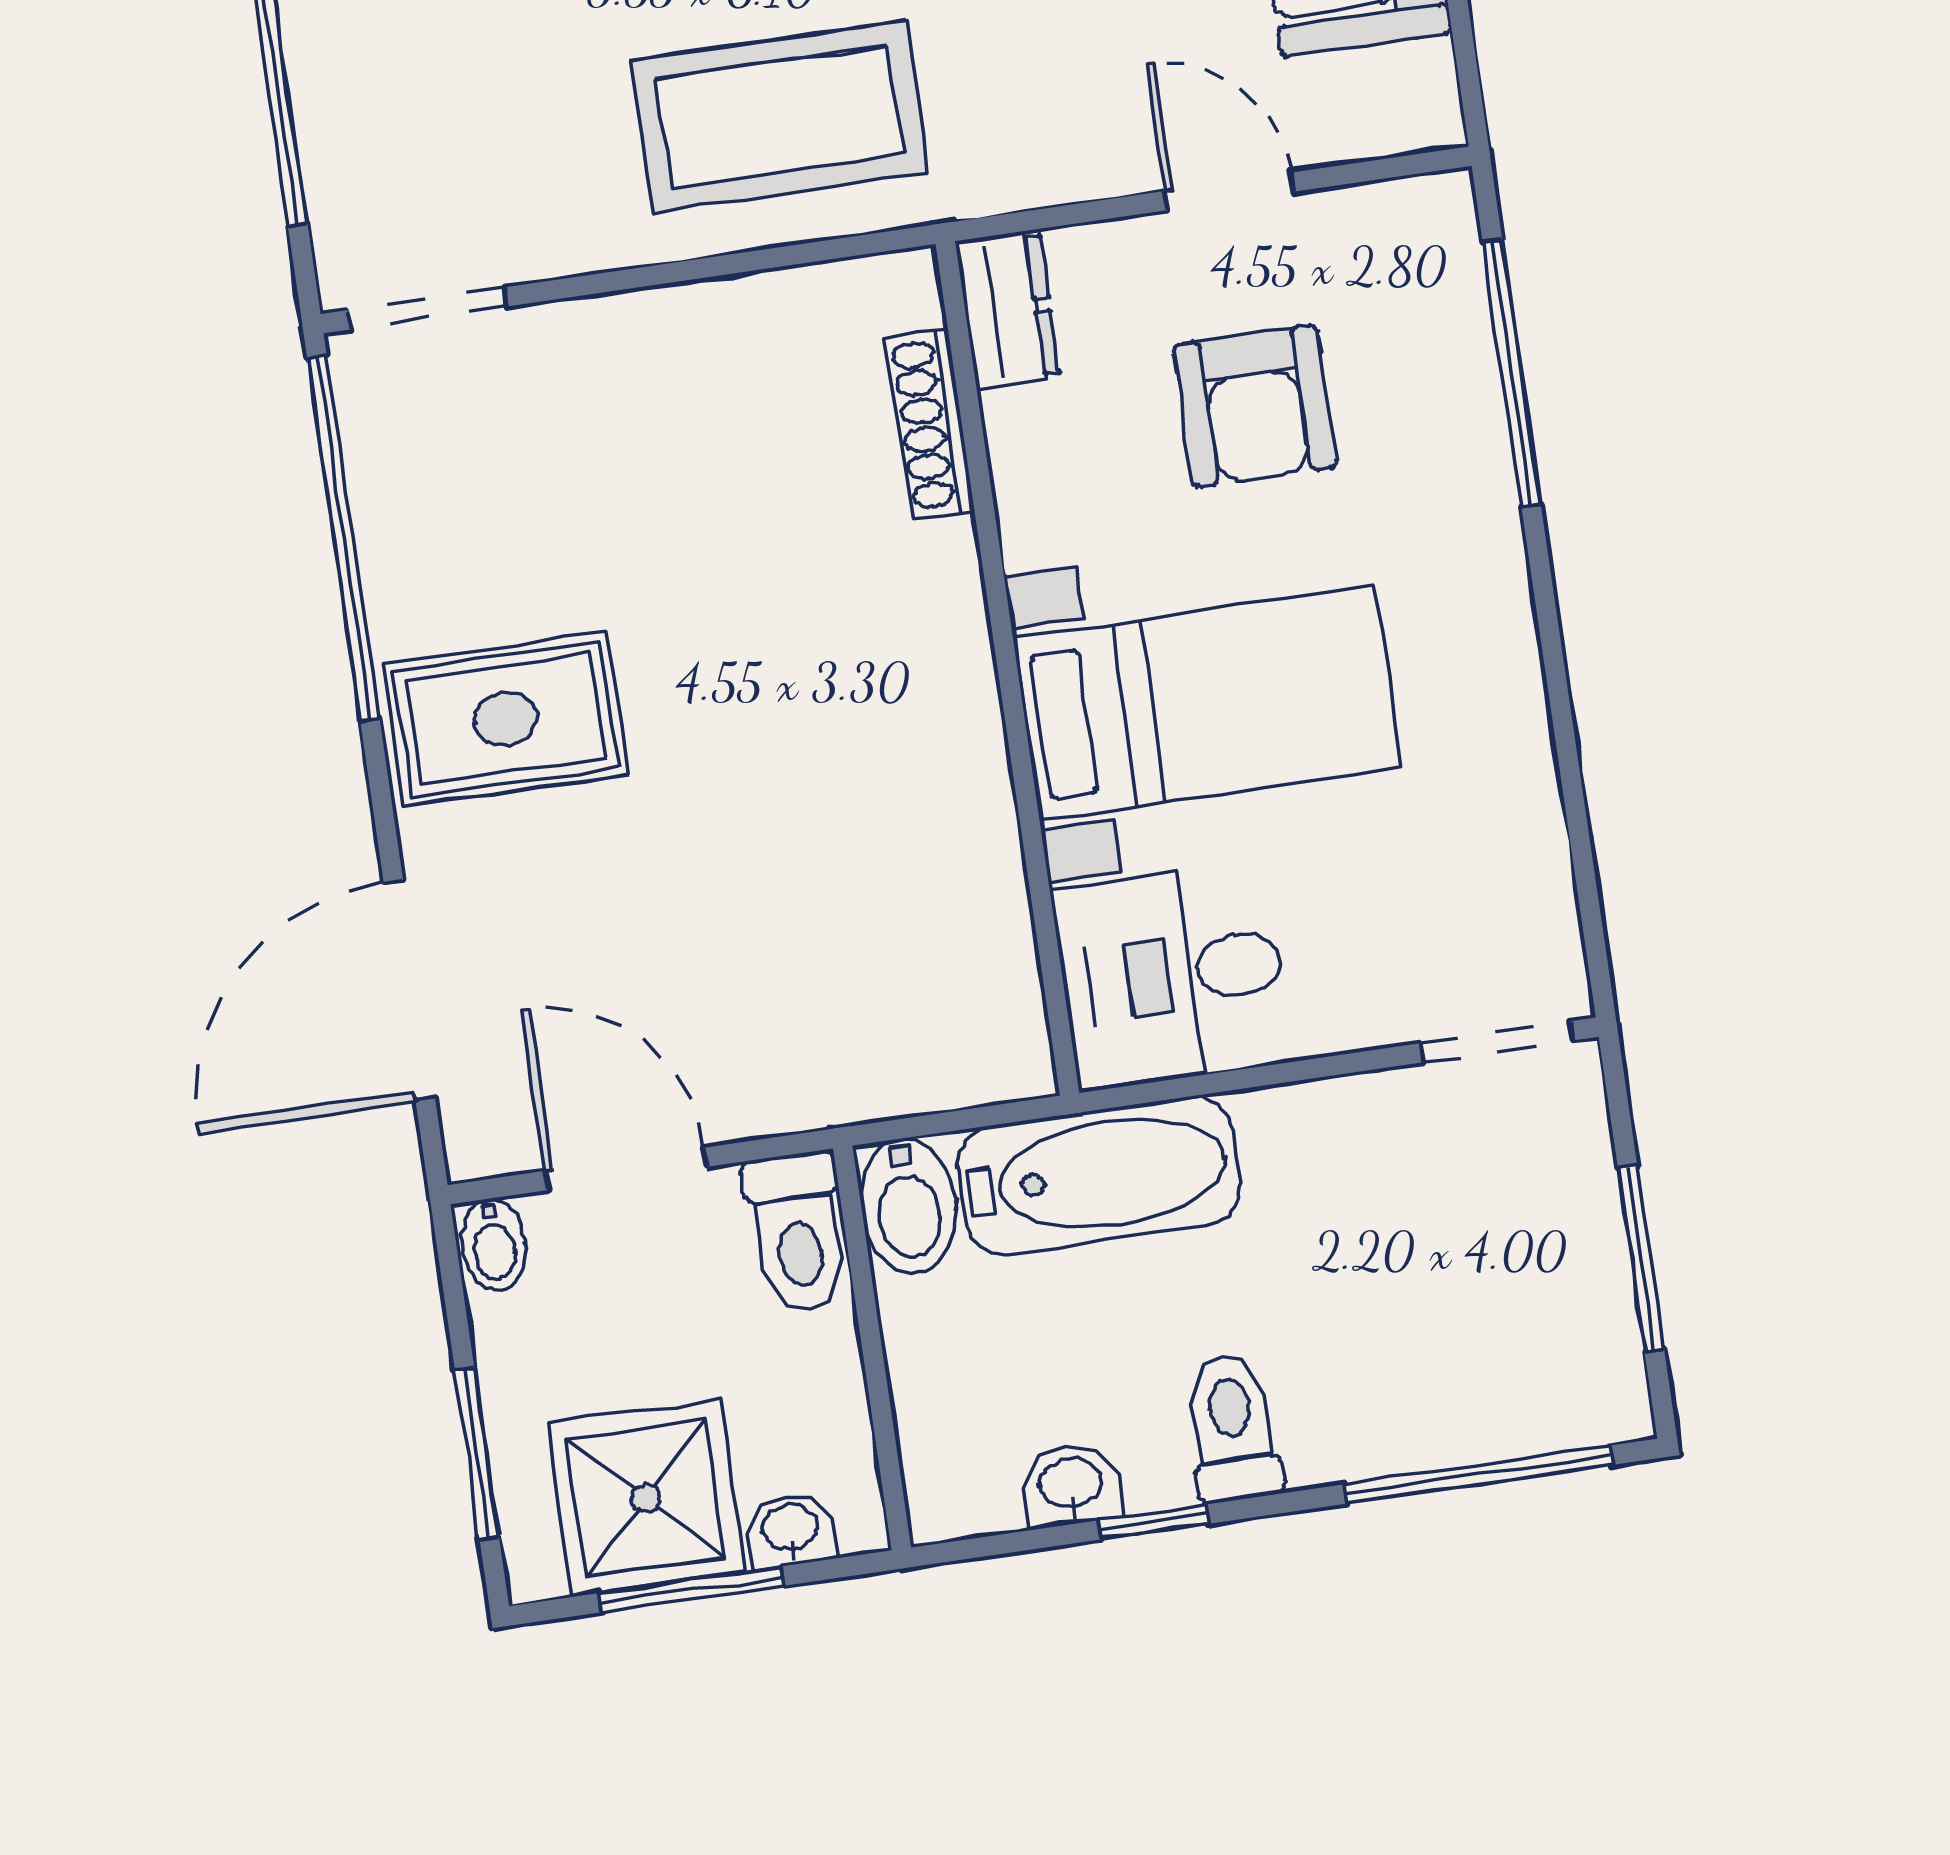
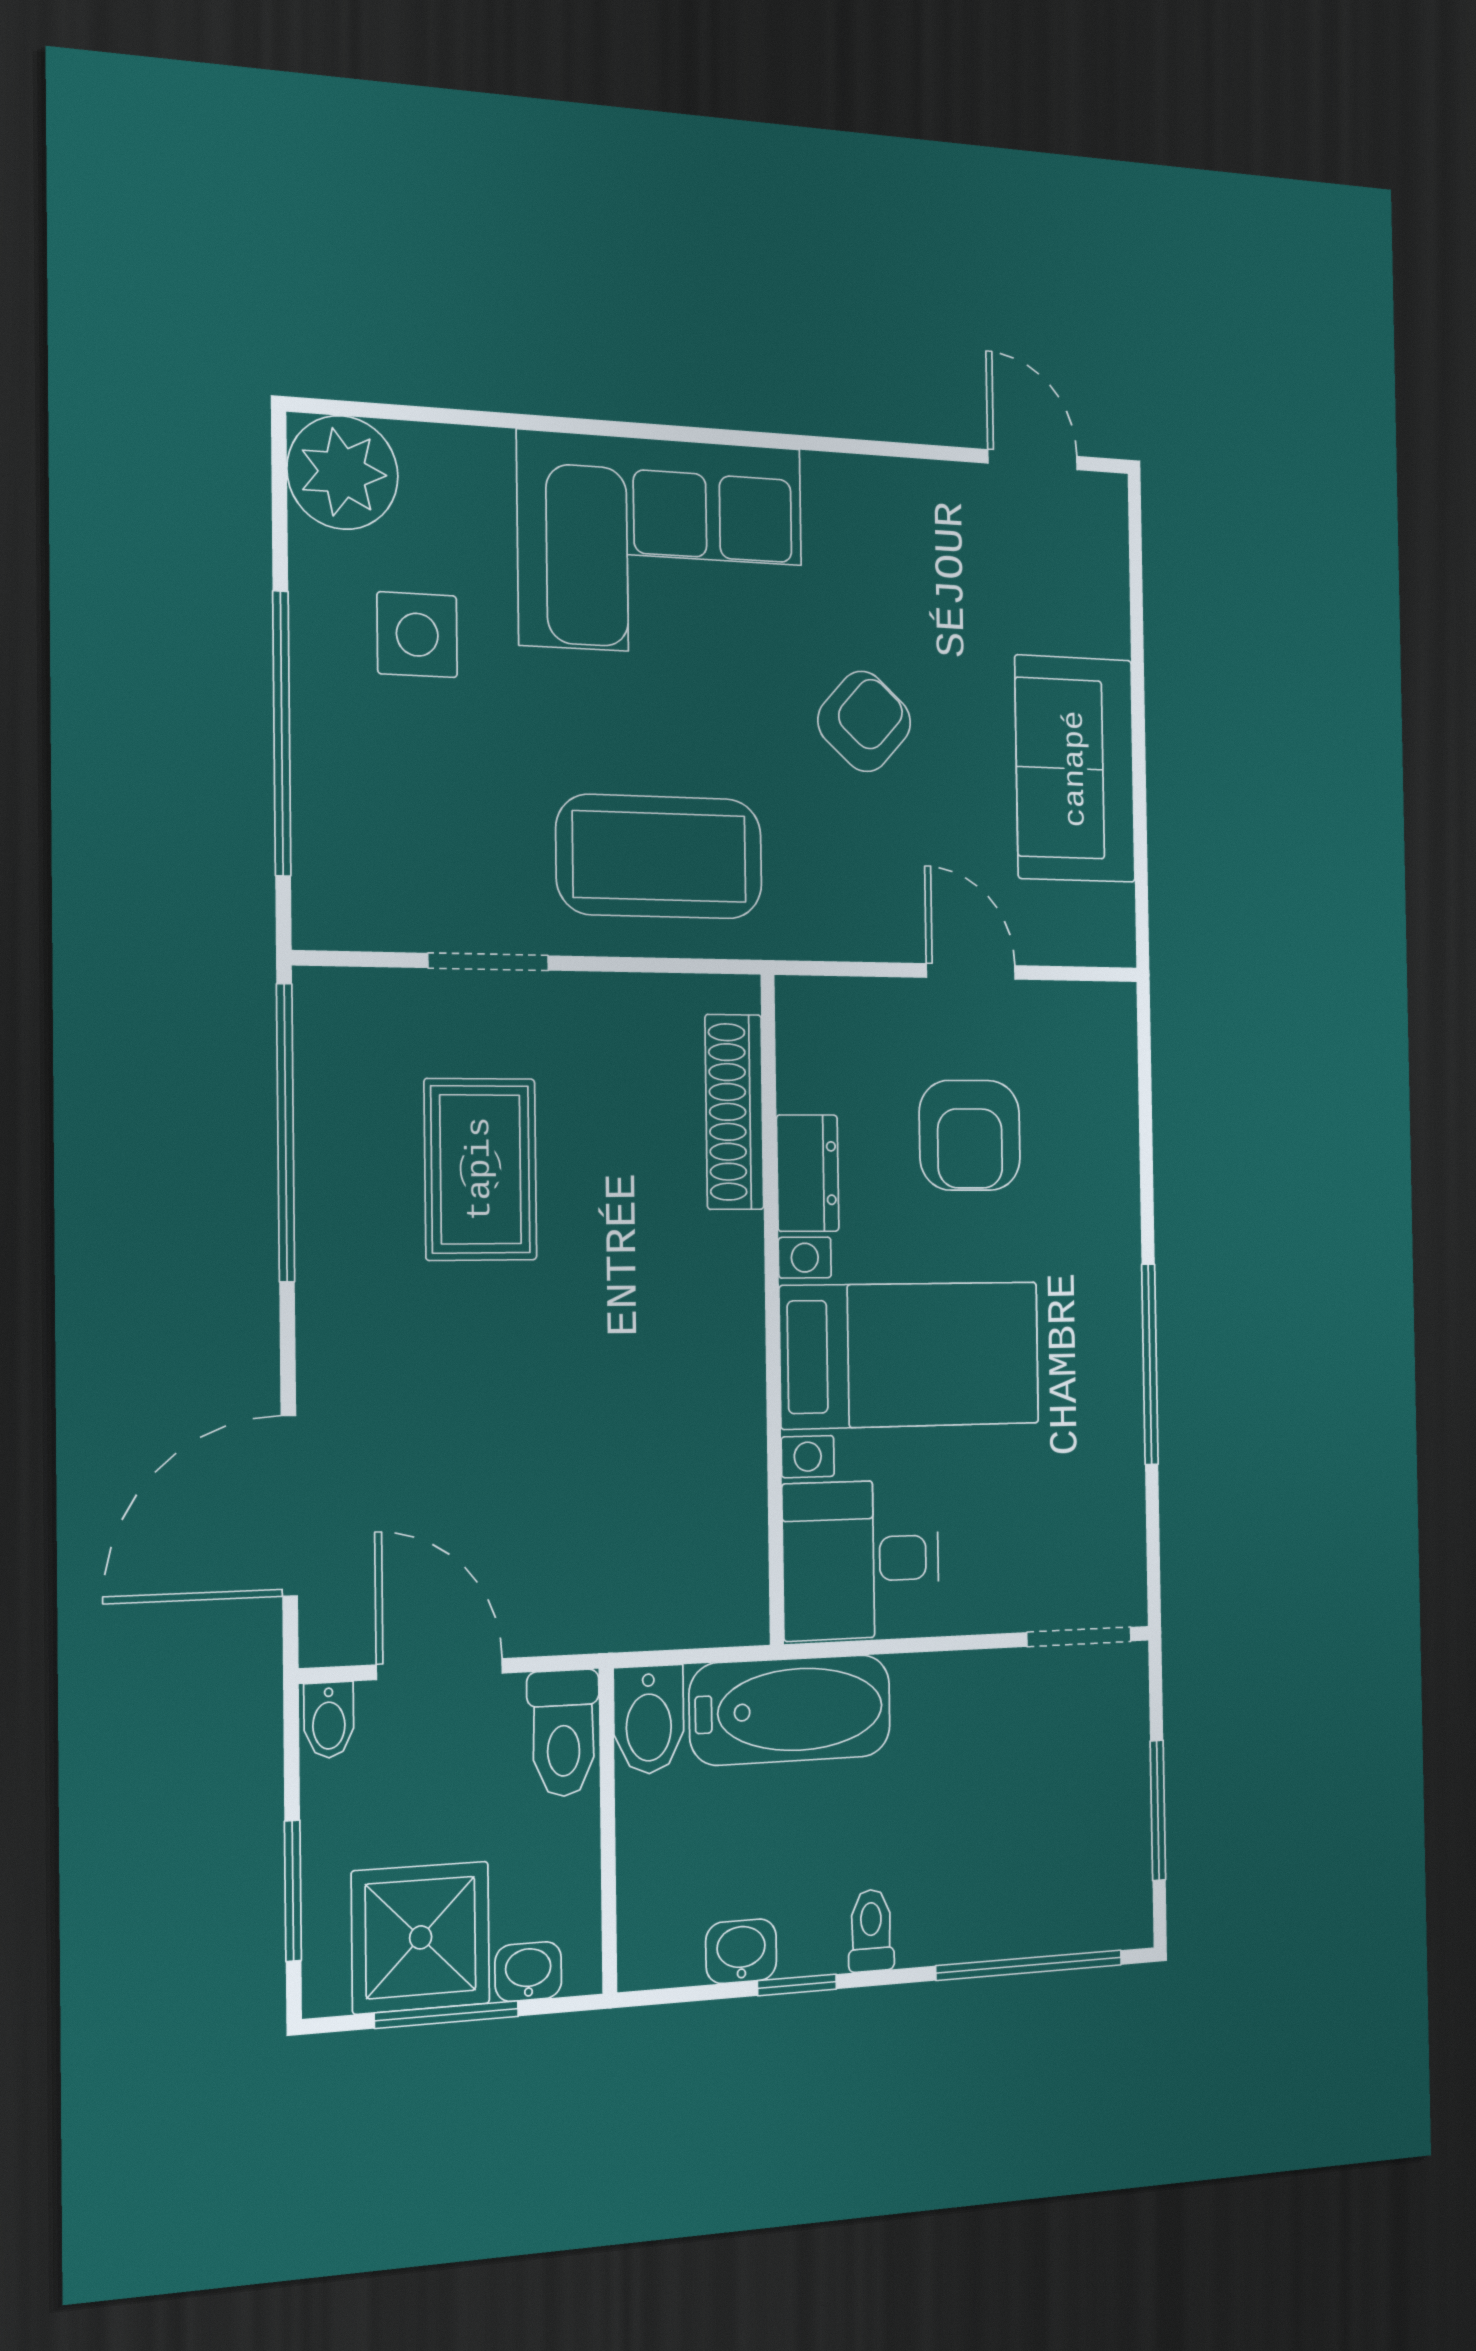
doorway: (428, 308) -> (488, 962), moved
dresser: (1008, 310) -> (808, 1173), moved
window: (1512, 374) -> (1150, 1364), moved
shoe rack: (930, 424) -> (734, 1112), width x1.36, depth x1.24
rug: (506, 719) -> (480, 1169), moved, turned 90
toilet: (1232, 1428) -> (871, 1930), width x0.73, depth x0.72

